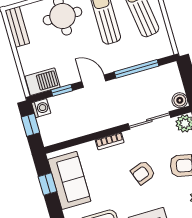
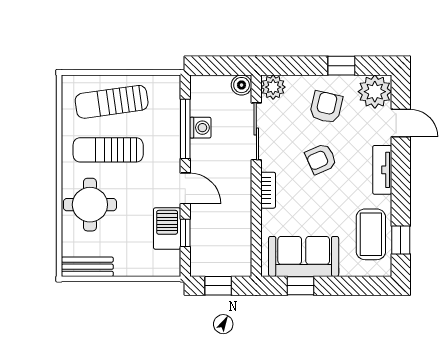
door: (94, 81) -> (185, 188), swing flipped
barbecue: (43, 82) -> (167, 229), moved
washing machine: (41, 108) -> (200, 128), moved, turned 90
armchair: (143, 173) -> (321, 159), turned 86

